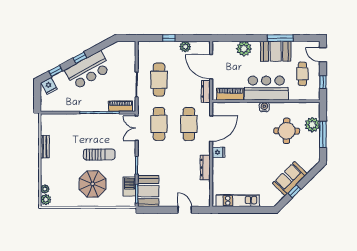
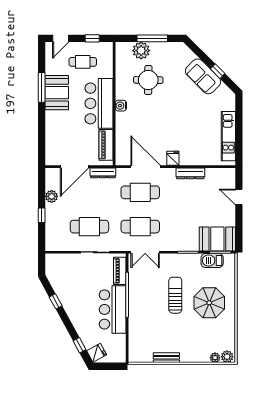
plant: (244, 49) -> (54, 129), removed
window: (80, 58) -> (56, 301), moved
bar counter: (88, 70) -> (113, 309), moved, turned -151
door: (185, 210) -> (239, 197), hinge flipped

